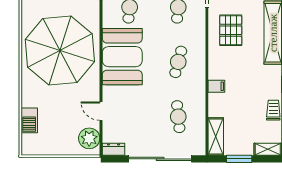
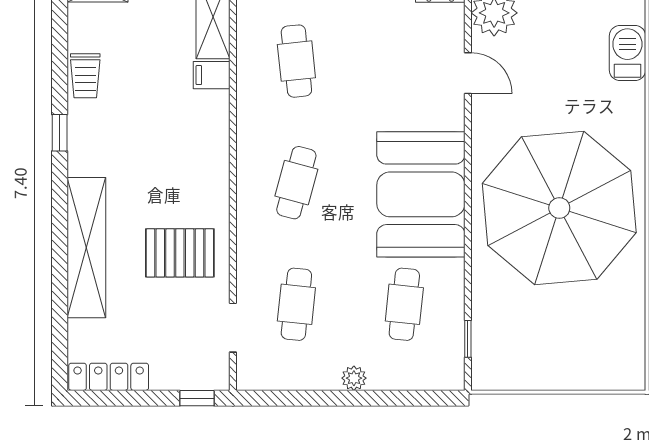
pallet: (231, 30) -> (180, 253), turned 90
filing cabinet: (216, 86) -> (212, 75), moved

